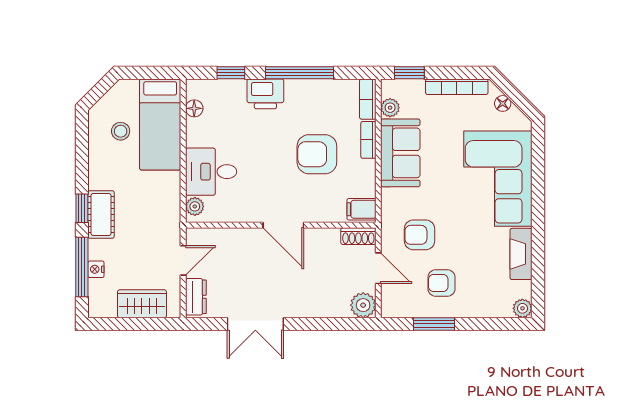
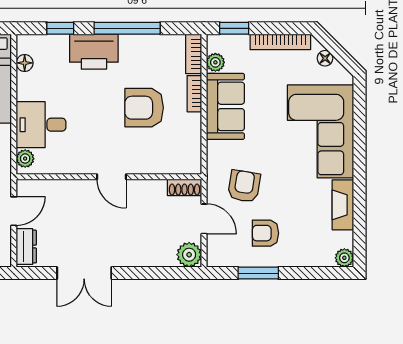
printer: (265, 94) -> (94, 52), width x1.37, depth x1.19
filing cabinet: (361, 209) -> (187, 161), removed
door: (283, 225) -> (112, 177), width x0.73
armchair: (420, 235) -> (244, 186), turned 99

